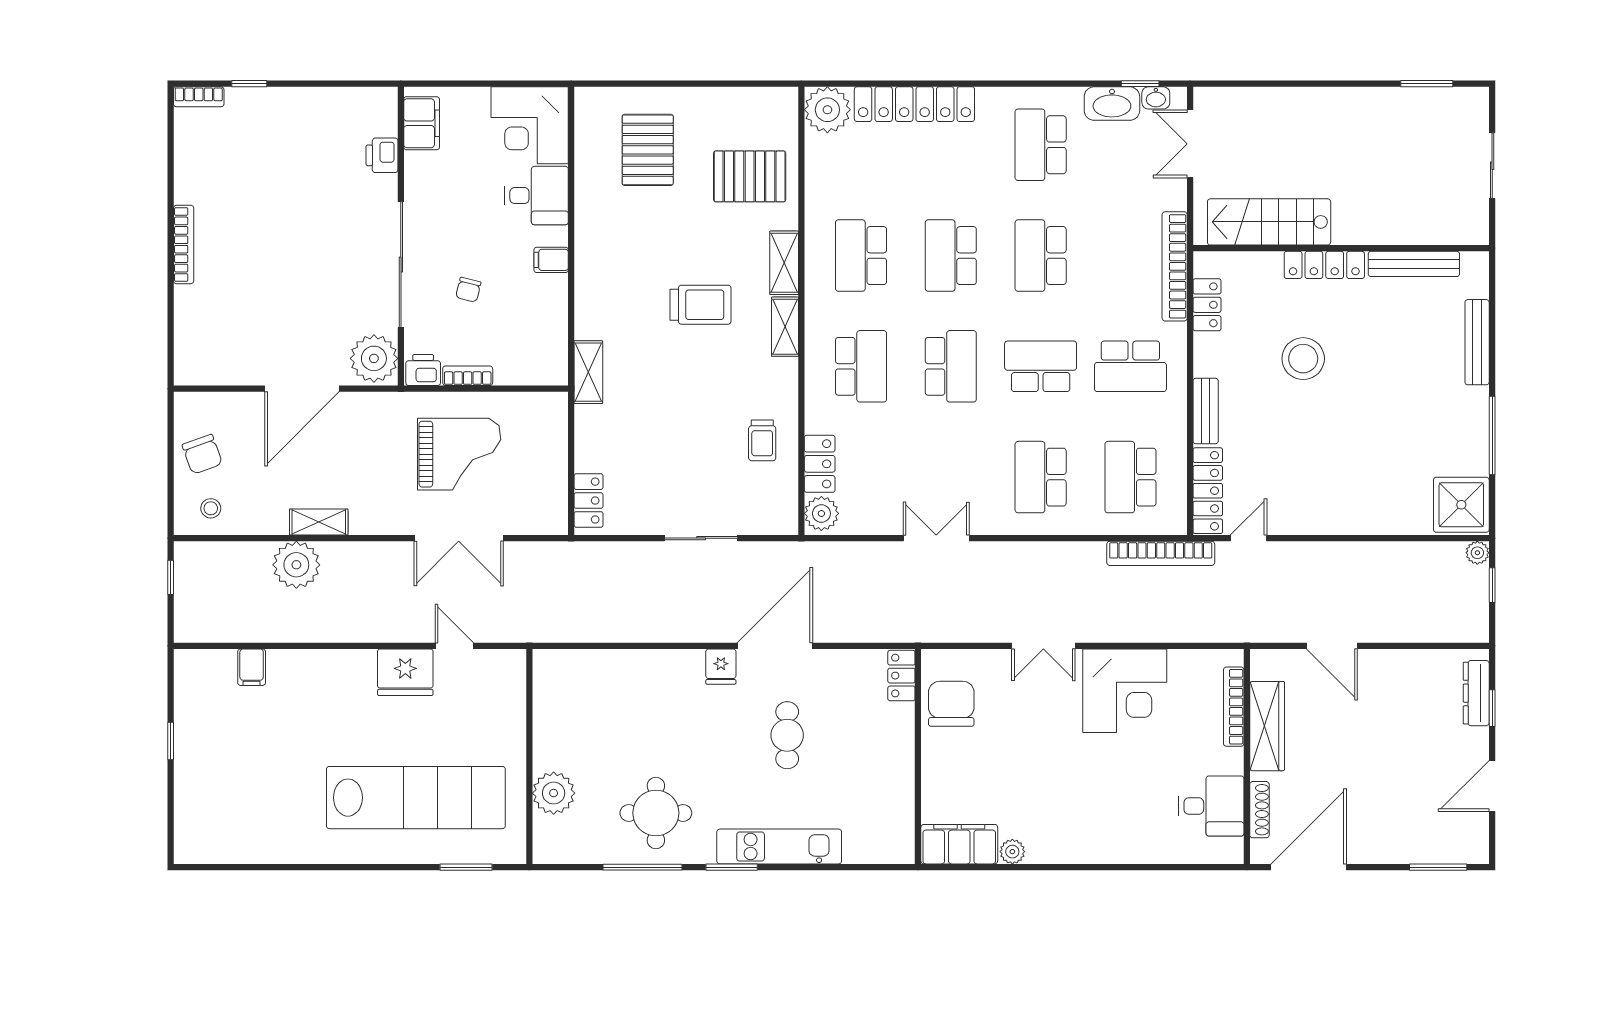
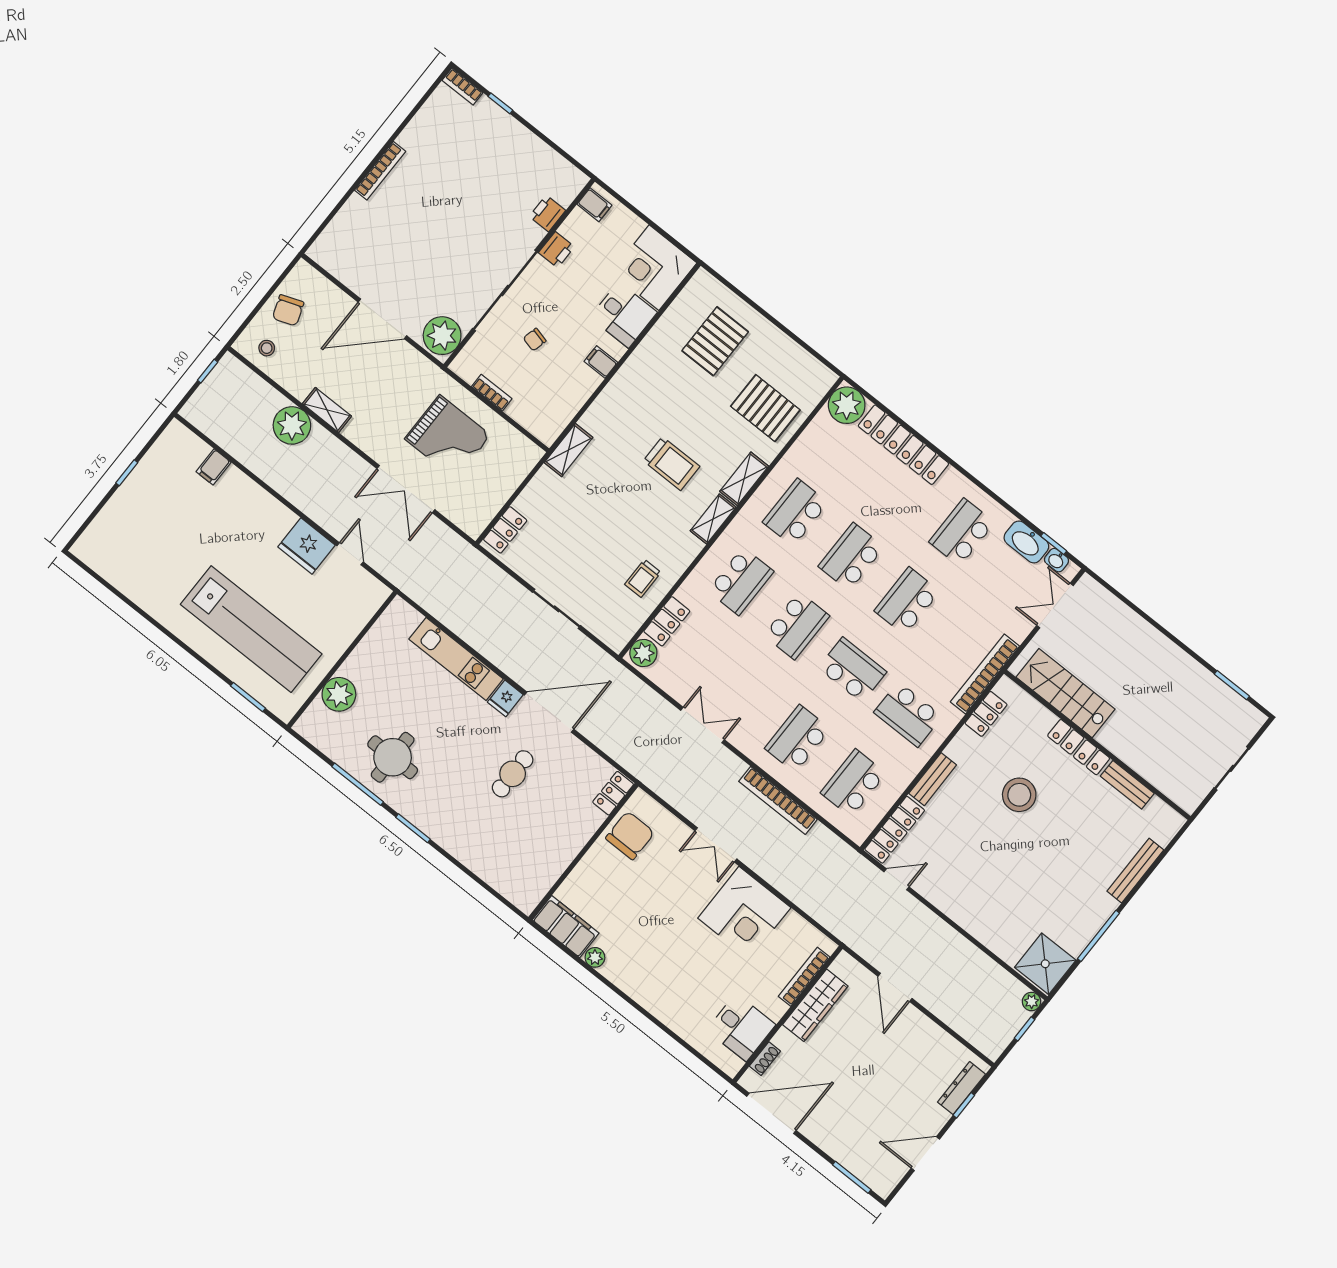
filing cabinet: (422, 123) -> (594, 205), width x0.50
bench: (1414, 264) -> (1127, 785), width x0.73
printer: (423, 370) -> (556, 250), moved, turned 90
bookcase: (1161, 553) -> (778, 800), moved
shoe rack: (1259, 810) -> (765, 1059), width x0.70
kitchen unit: (779, 846) -> (456, 659), moved, turned 180

